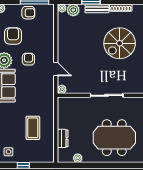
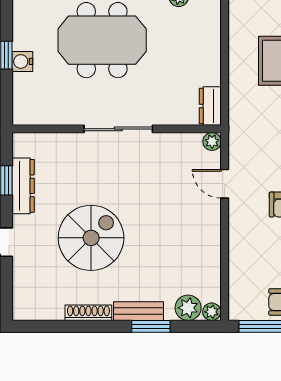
dresser: (63, 138) -> (210, 106), moved

